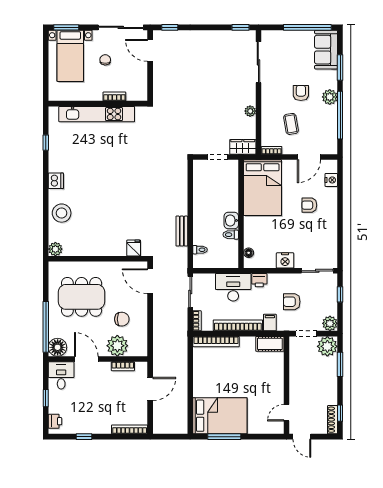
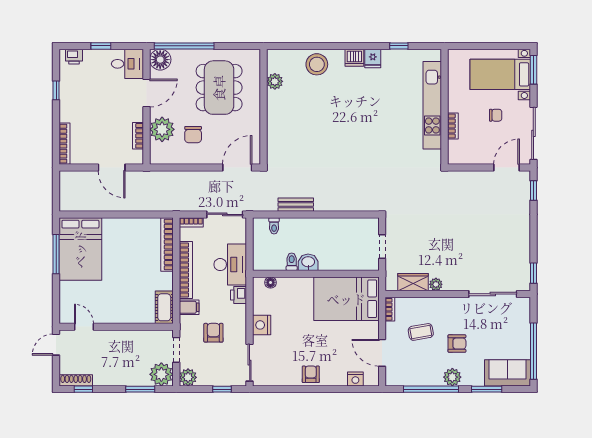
wardrobe: (243, 147) -> (413, 282), moved, turned -90
armchair: (309, 205) -> (311, 374), moved
fridge: (134, 248) -> (373, 58), moved, turned 90
plant: (55, 249) -> (275, 81), moved

